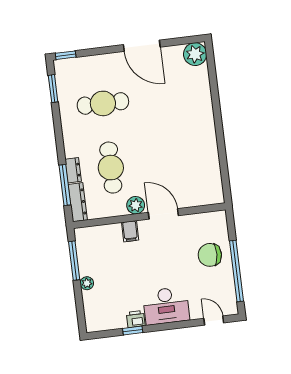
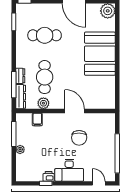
booth: (191, 121) -> (100, 54), added
plant: (136, 205) -> (43, 103), moved
filing cabinet: (130, 231) -> (37, 120), moved
chair: (210, 255) -> (79, 138), moved, turned -92

